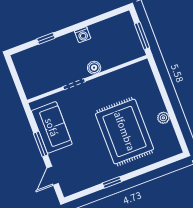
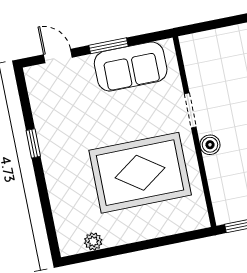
plant: (163, 118) -> (93, 241), moved
rug: (125, 131) -> (140, 173), moved

